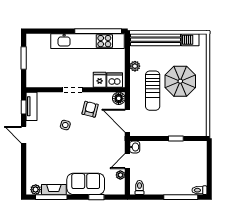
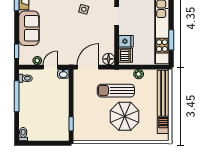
window: (98, 31) -> (171, 40), width x0.47
armchair: (90, 109) -> (99, 32), removed
window: (176, 139) -> (71, 124), moved
door: (127, 161) -> (50, 67), hinge flipped
window: (96, 197) -> (17, 51), moved
window: (181, 197) -> (17, 96), moved

